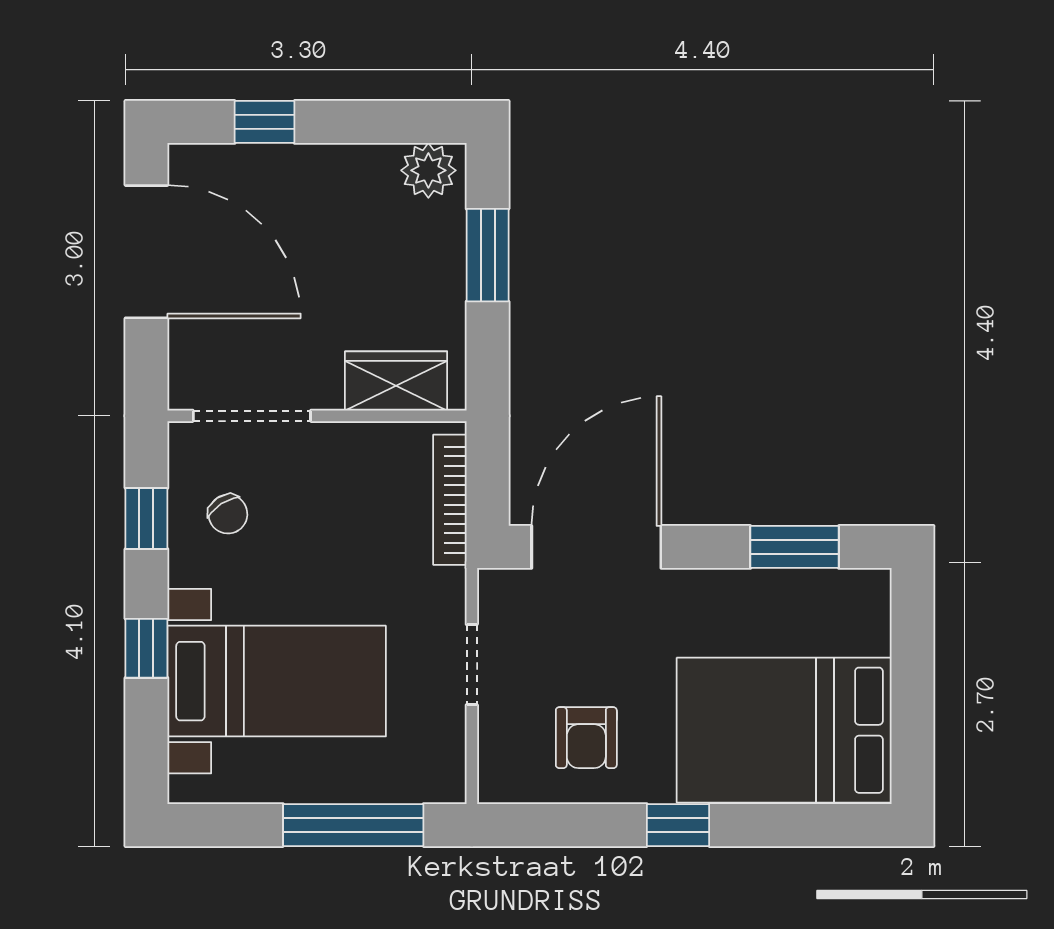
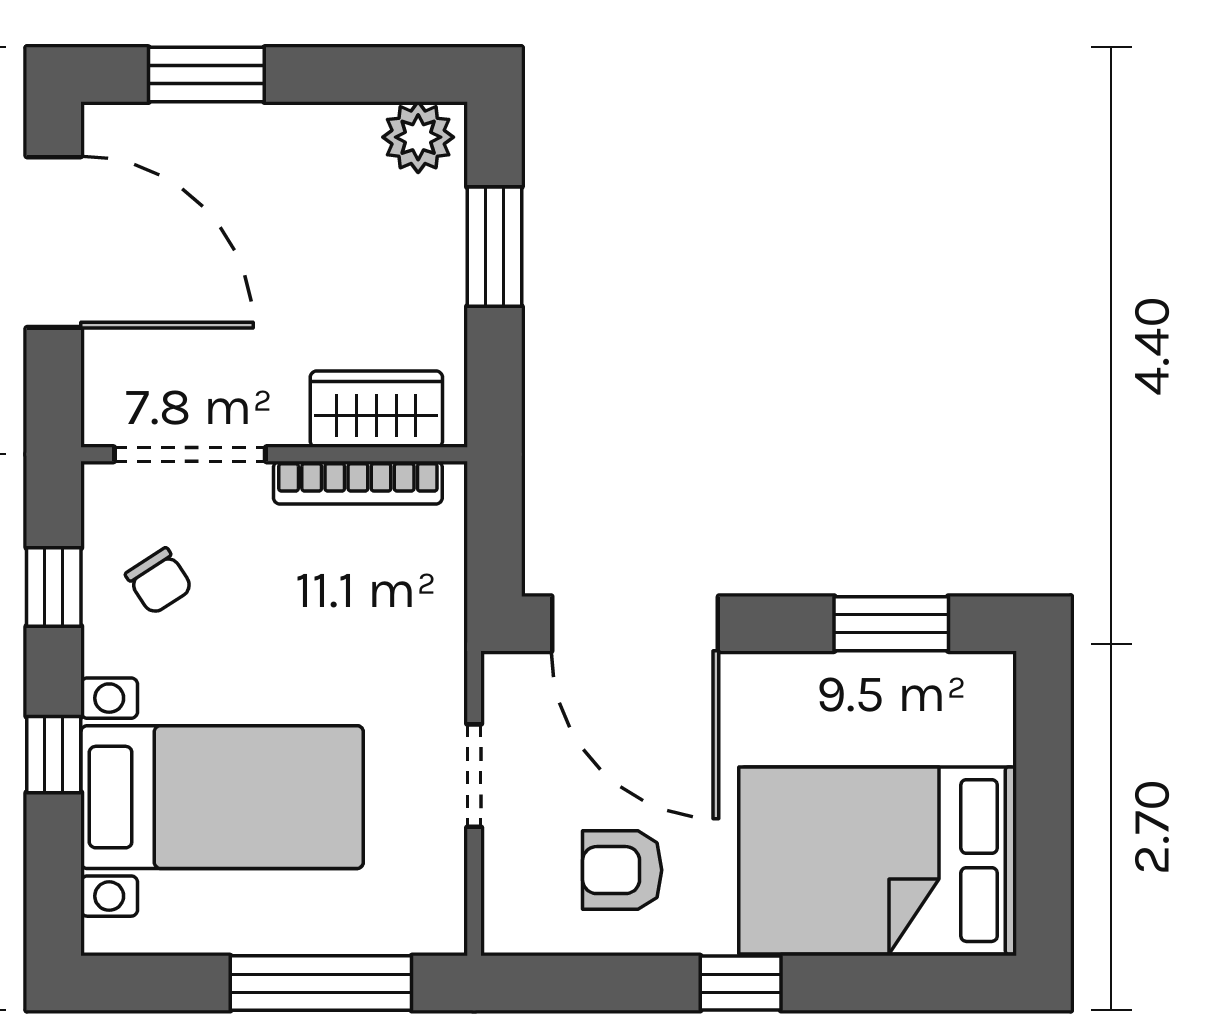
window: (265, 122) -> (206, 75), width x1.50
bookcase: (450, 500) -> (358, 483), moved, turned -90
door: (596, 547) -> (635, 624), swing flipped
armchair: (586, 738) -> (622, 870), turned 90

